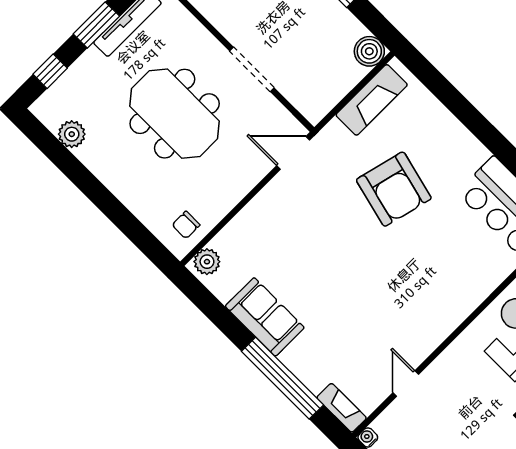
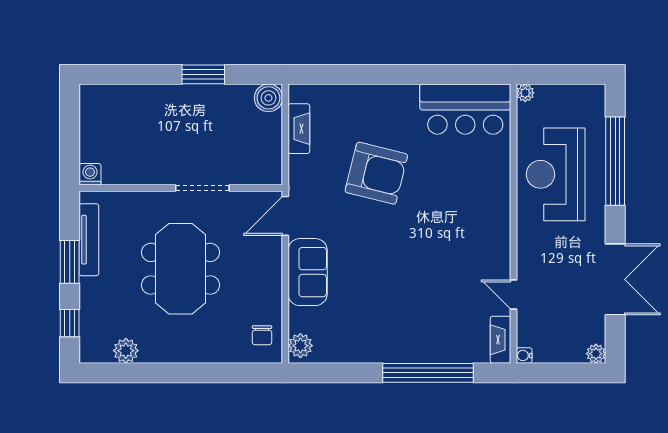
fireplace: (372, 100) -> (299, 129), width x0.73, depth x0.76
meeting table: (175, 114) -> (181, 269), turned 90
sofa: (265, 317) -> (308, 272), moved, turned 90
fireplace: (342, 408) -> (500, 340), moved, turned -90

